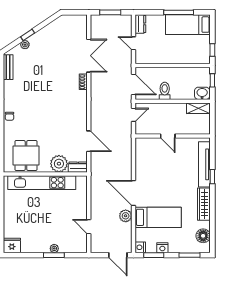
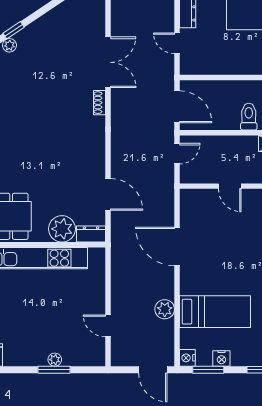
toilet: (165, 91) -> (249, 117), moved
door: (134, 193) -> (177, 246), moved

